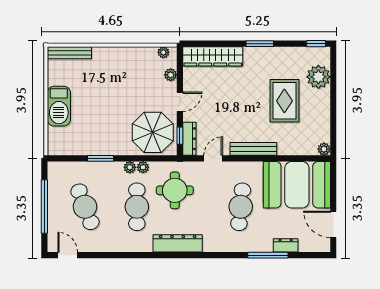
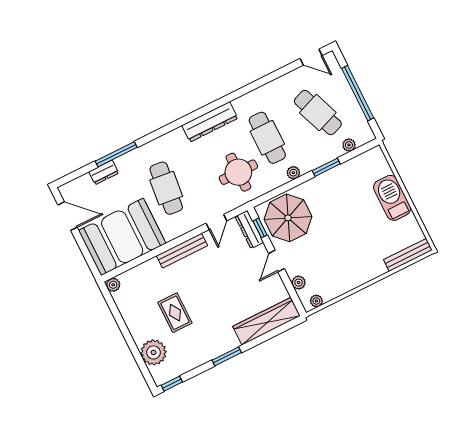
rug: (284, 101) -> (175, 313), width x0.73, depth x0.70
plant: (143, 167) -> (349, 145), moved

